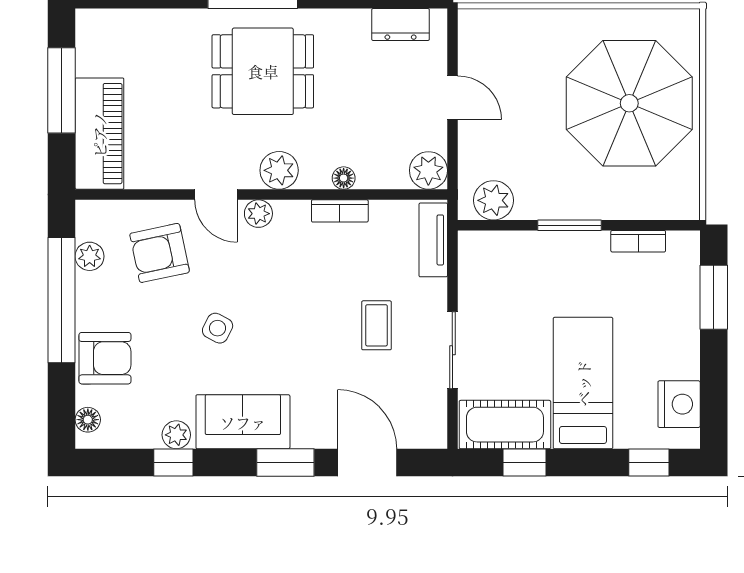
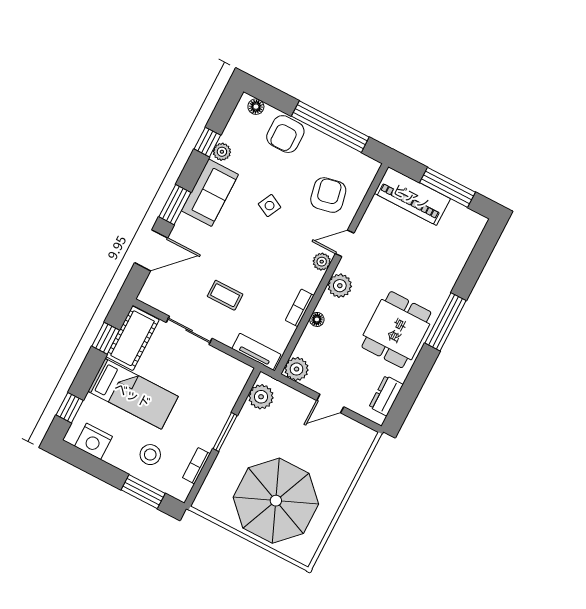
dining table: (263, 71) -> (396, 330), moved
plant: (90, 256) -> (347, 155), removed
stool: (656, 314) -> (150, 455), added

